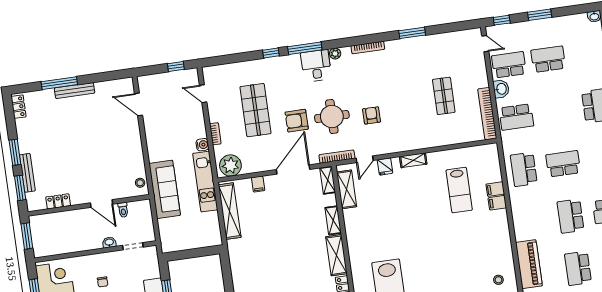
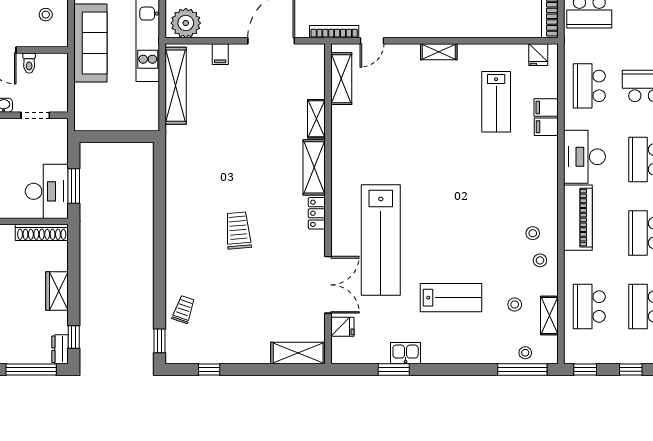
fridge: (385, 166) -> (538, 55), moved
shelving: (328, 180) -> (317, 62), removed
stool: (140, 183) -> (46, 15), moved
desk: (528, 220) -> (584, 157), added

